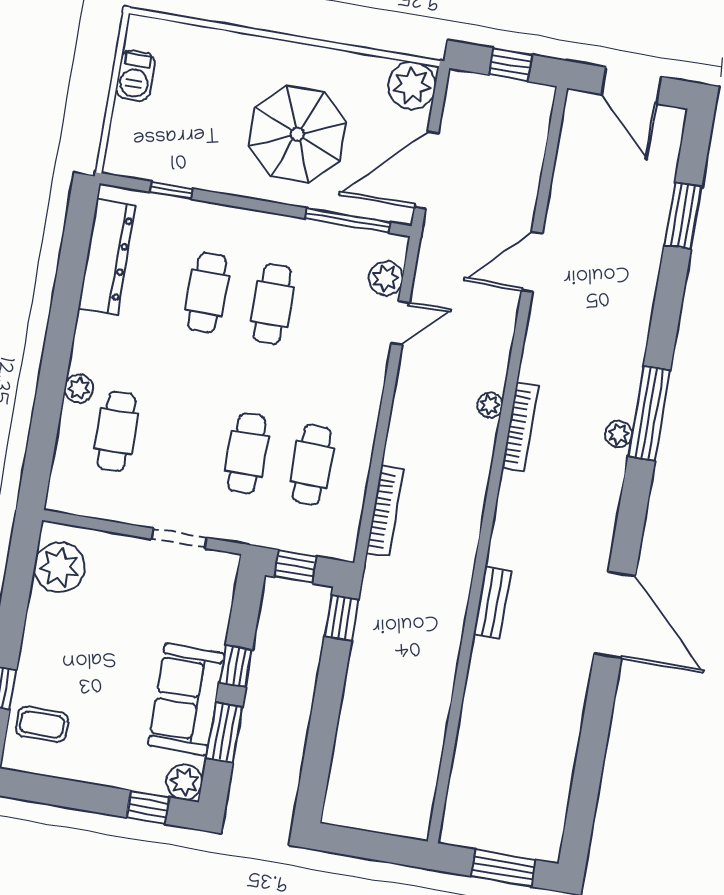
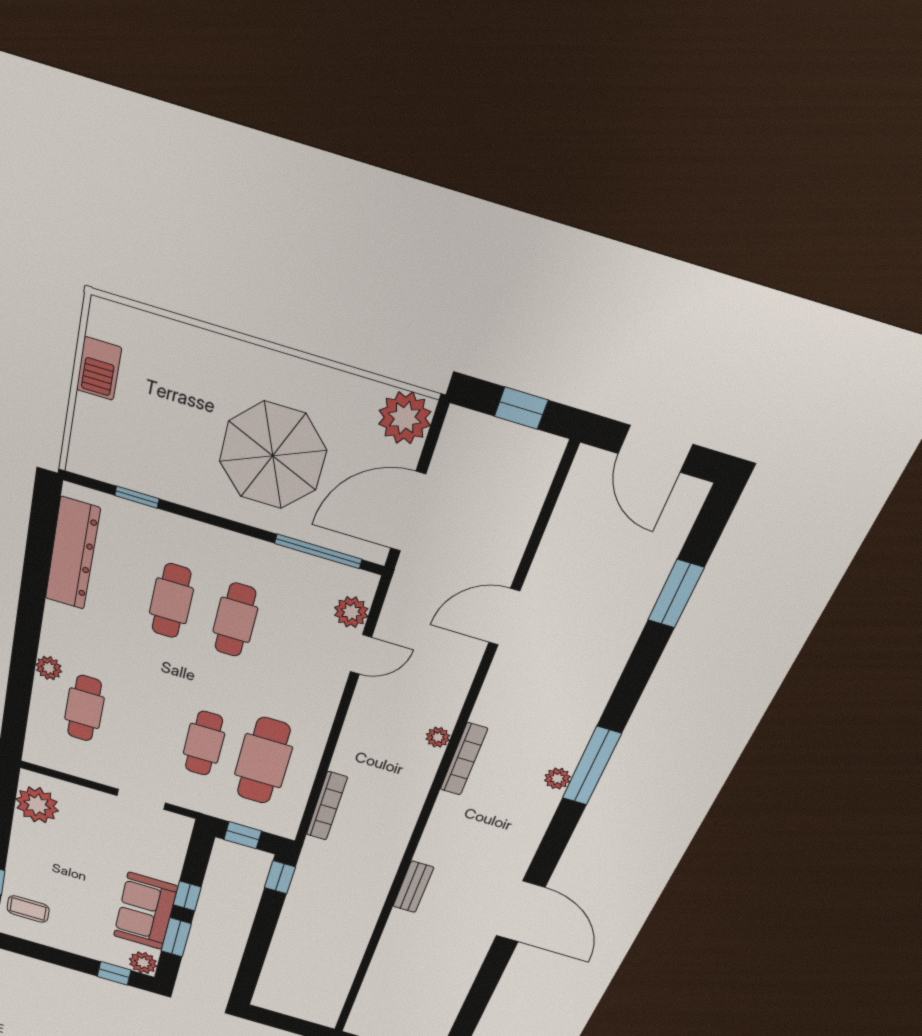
cafe table: (312, 465) -> (263, 761), width x1.37, depth x1.35

